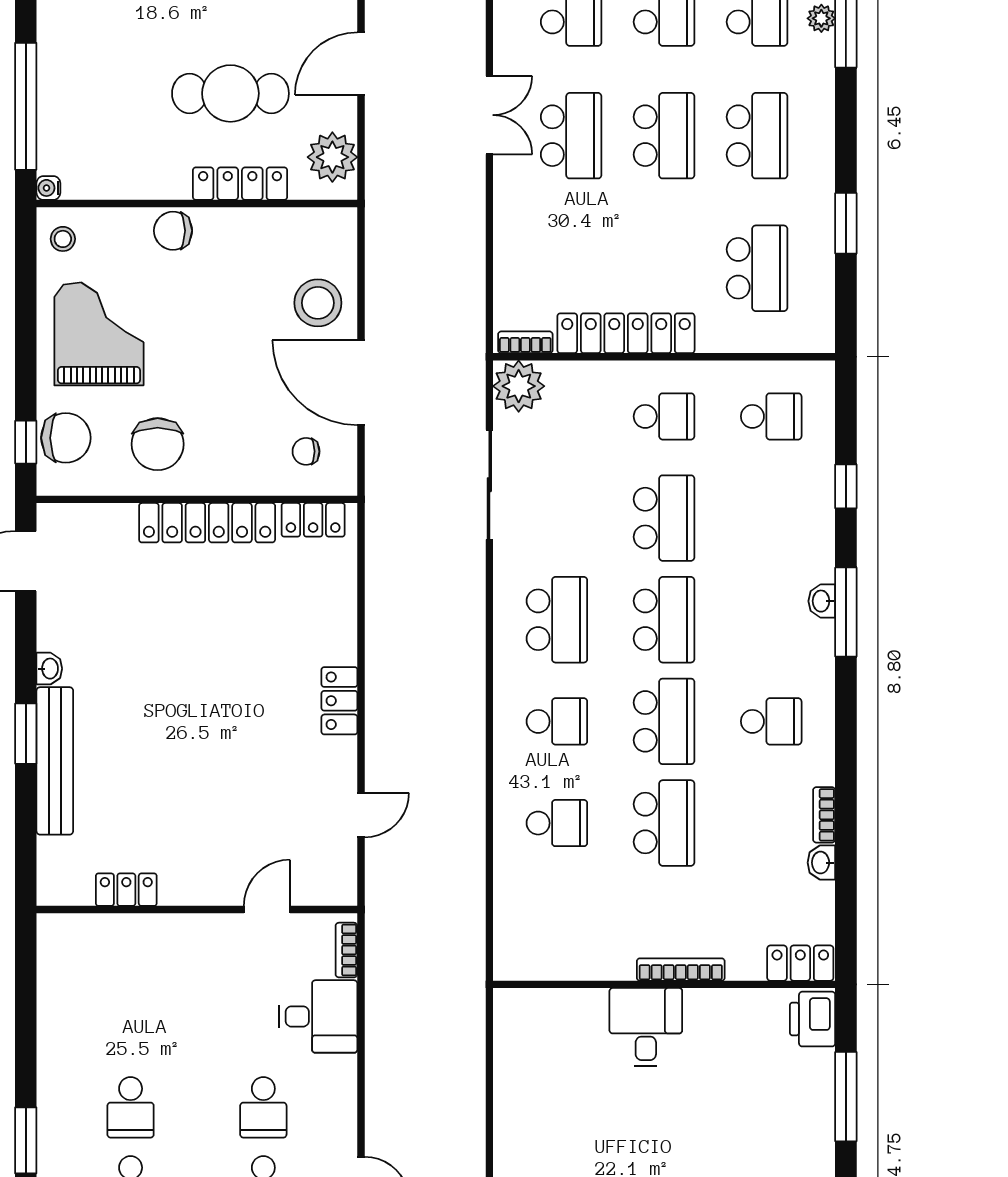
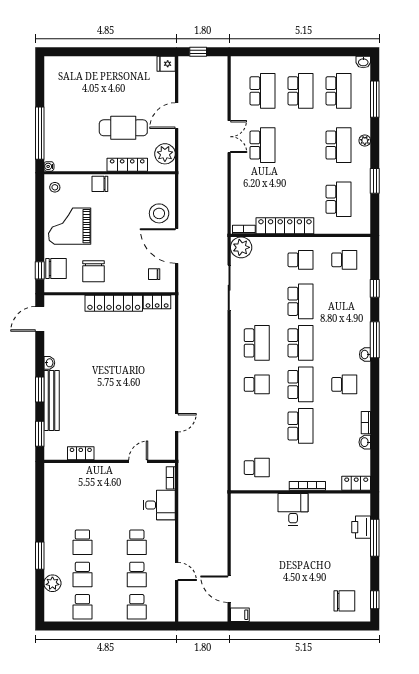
plant: (821, 18) -> (365, 141), moved
school desk: (664, 136) -> (301, 145), removed
grand piano: (99, 334) -> (70, 226), turned -90
washbasin: (822, 601) -> (365, 354), moved
locker: (339, 701) -> (168, 376), removed
school desk: (557, 823) -> (257, 468), moved
window: (26, 842) -> (40, 434), added
printer: (813, 1019) -> (361, 527), moved

